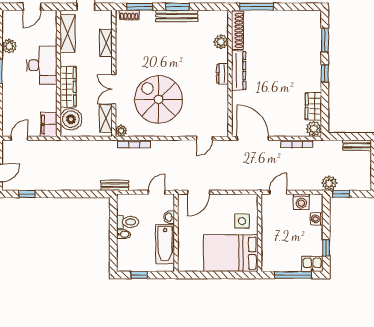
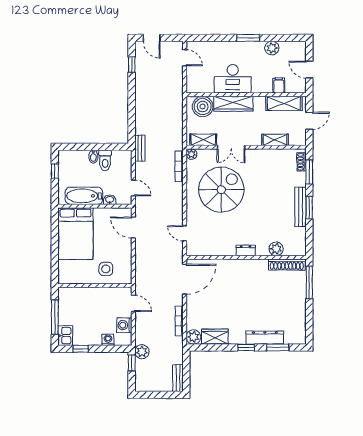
desk: (42, 65) -> (233, 79), moved
dresser: (239, 70) -> (265, 338), moved, turned 180
double door: (114, 89) -> (231, 147), swing flipped
filing cabinet: (49, 124) -> (279, 85), moved, width x0.50
bed: (231, 253) -> (75, 234), moved, turned 180

